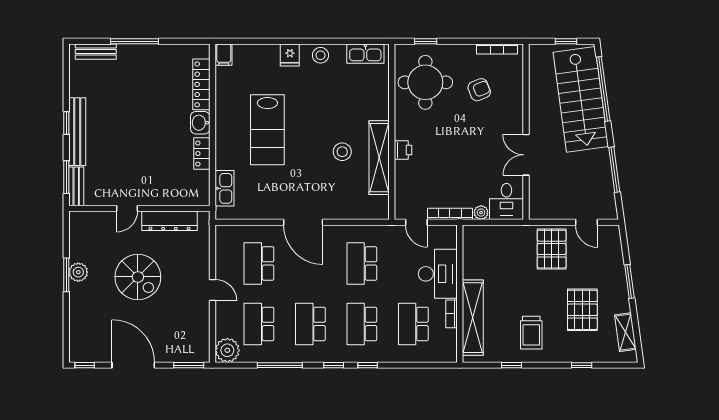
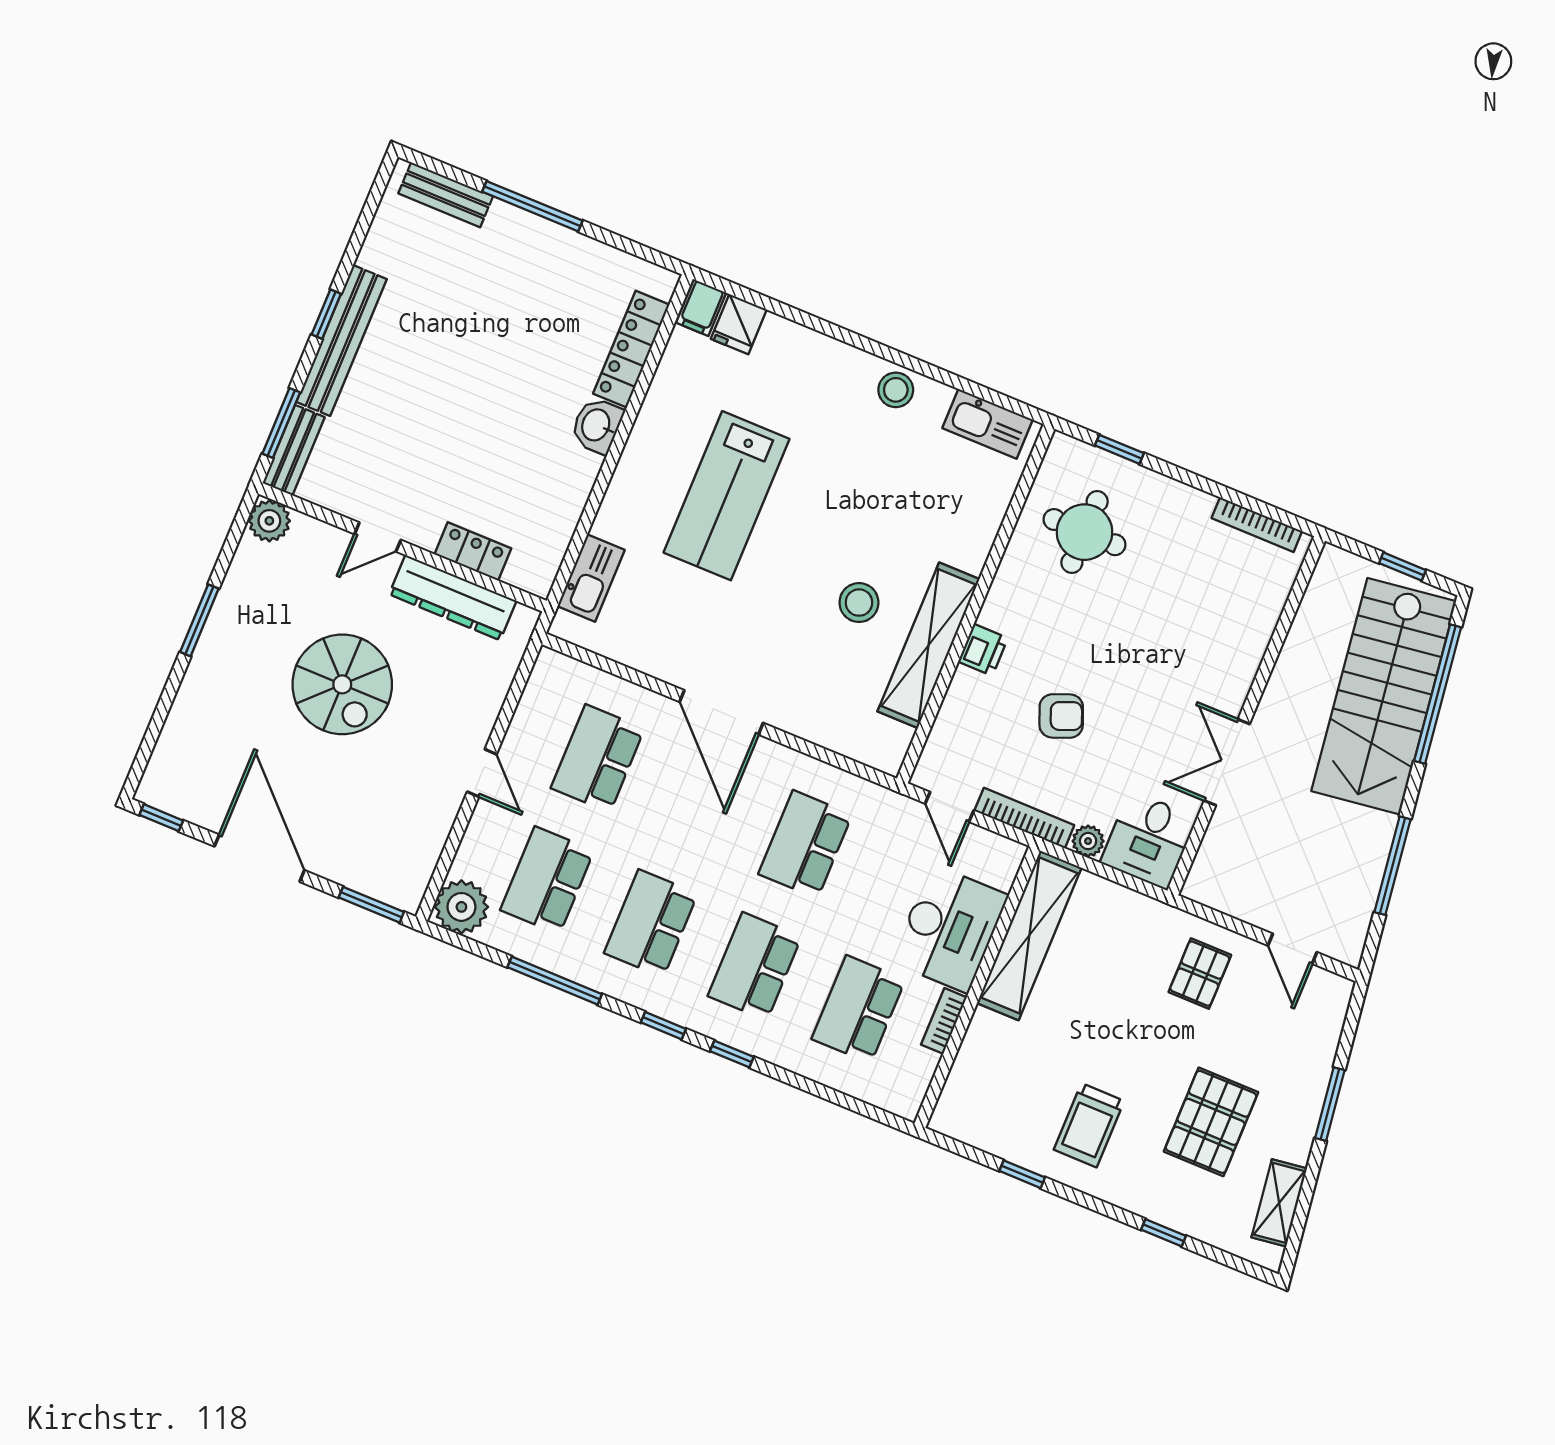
fridge: (290, 55) -> (739, 324), moved
round table: (425, 82) -> (1084, 532), width x0.73, depth x0.73
armchair: (479, 90) -> (1061, 716), moved
locker: (202, 154) -> (473, 551), moved, turned 90
pallet: (552, 249) -> (1200, 974), width x0.67, depth x0.71
plant: (78, 272) -> (269, 521), moved
shelving: (473, 318) -> (1029, 935), moved

